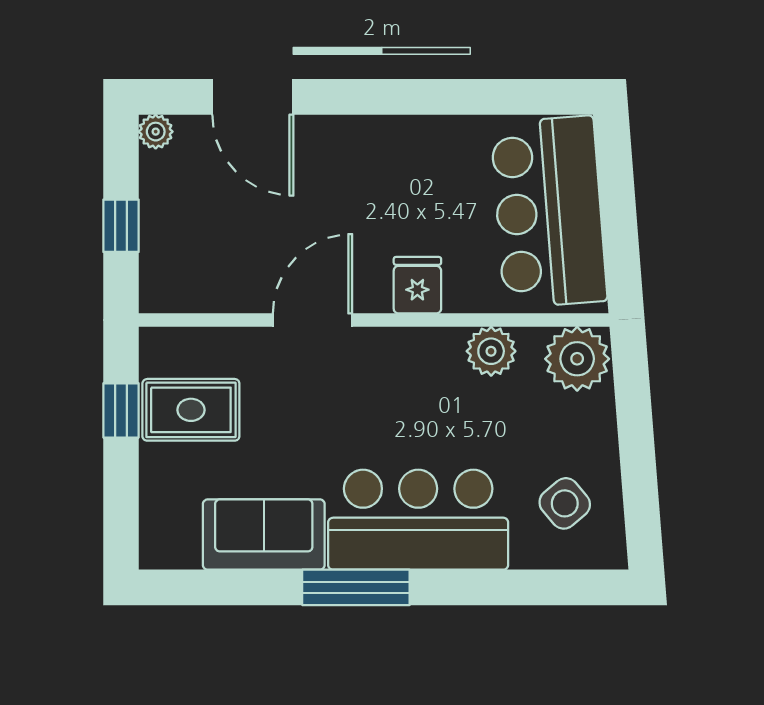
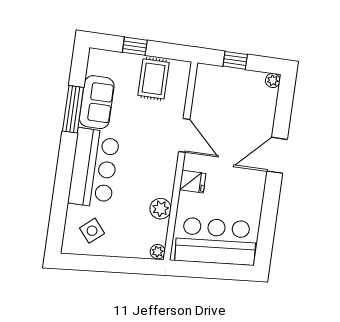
door: (253, 97) -> (277, 155), moved
plant: (577, 359) -> (158, 252), width x0.53, depth x0.53
window: (121, 410) -> (135, 46), moved
window: (356, 587) -> (73, 109), moved

